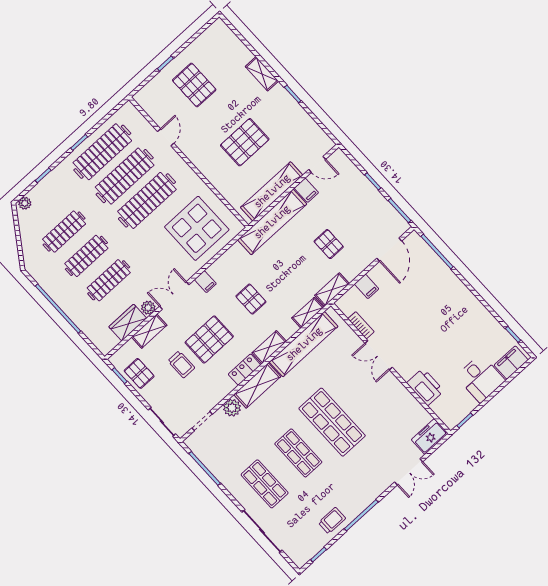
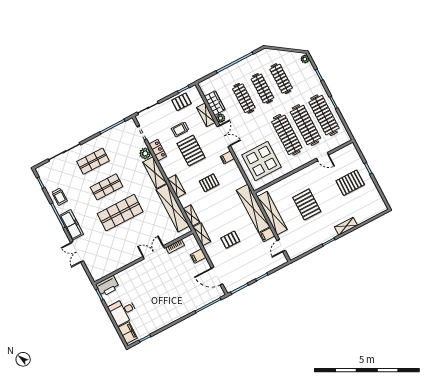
locker: (244, 370) -> (158, 150), moved
printer: (425, 387) -> (107, 286), moved
freezer: (430, 437) -> (71, 225), moved, width x1.40

